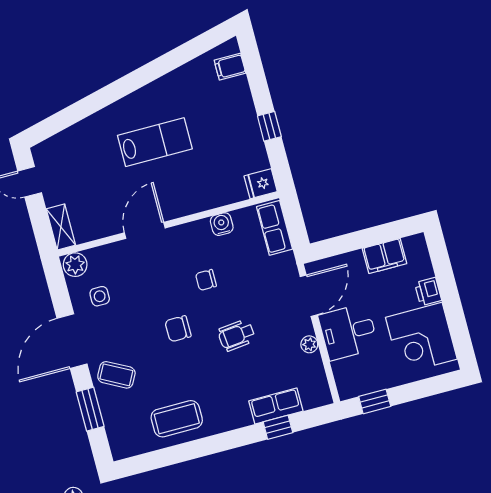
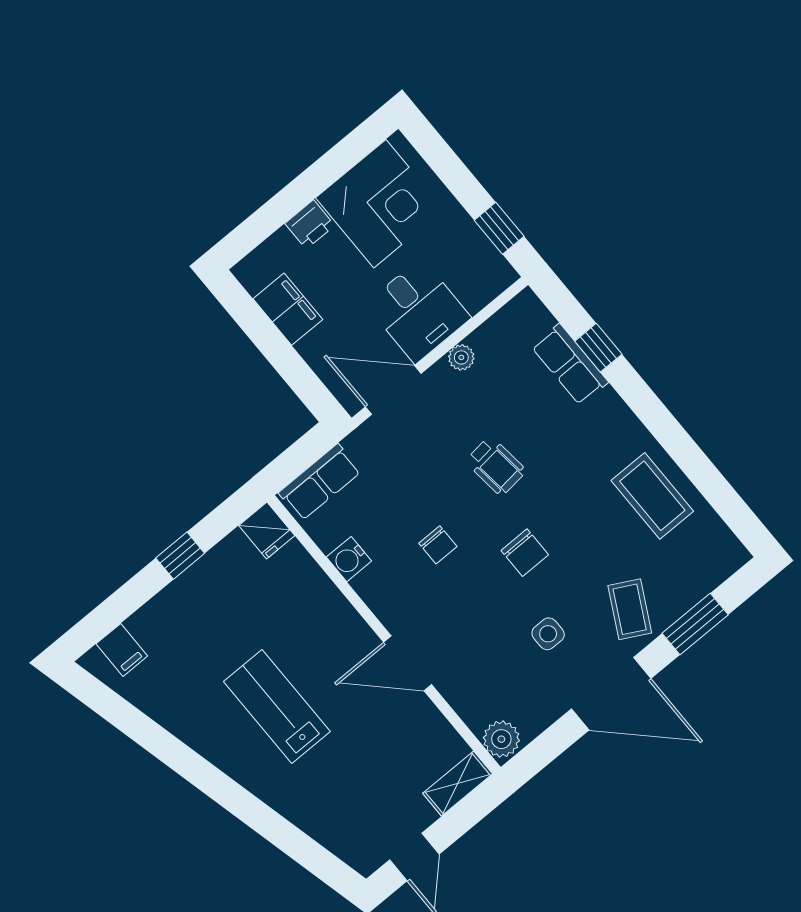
side table: (100, 296) -> (548, 634), moved

